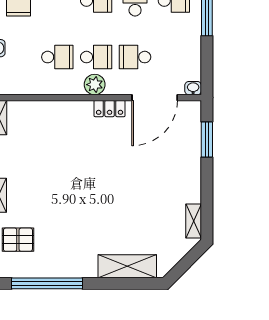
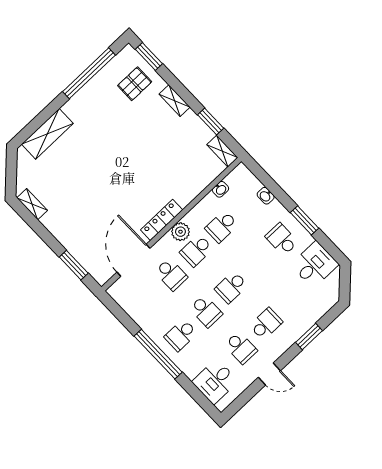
school desk: (135, 57) -> (171, 274), turned 90
washbasin: (193, 88) -> (220, 189), moved
locker: (110, 109) -> (162, 220), width x1.53

